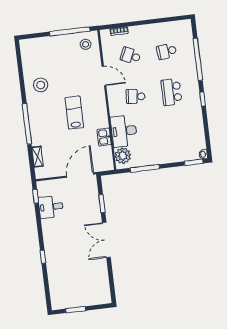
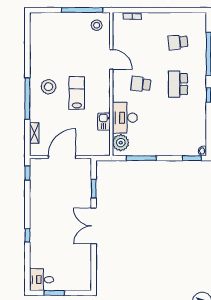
school desk: (131, 56) -> (141, 42), removed
stool: (41, 85) -> (49, 87), moved
door: (80, 175) -> (62, 157), moved
desk: (51, 207) -> (42, 280), moved

